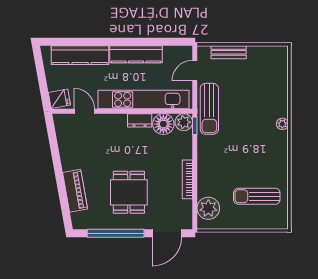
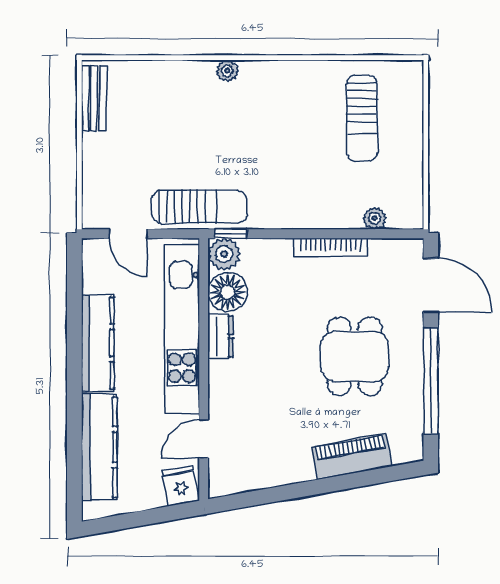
bench: (229, 52) -> (94, 98), moved
dining table: (129, 192) -> (355, 356), turned 90
plant: (208, 208) -> (375, 218), width x0.53, depth x0.53

